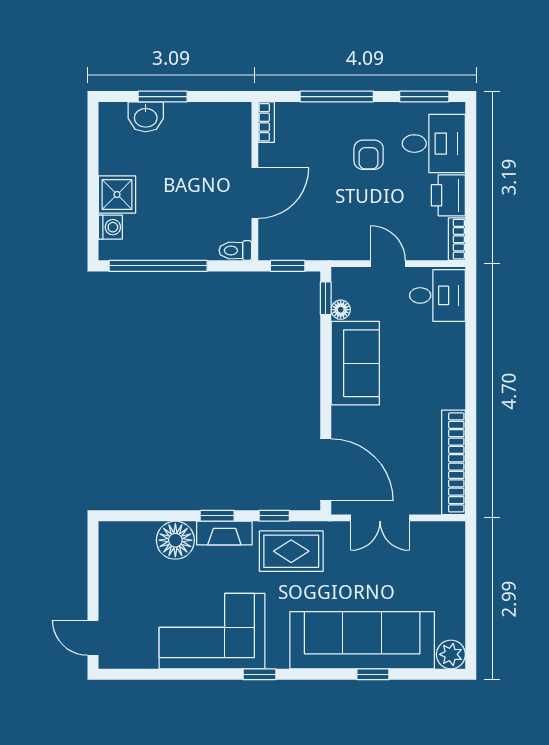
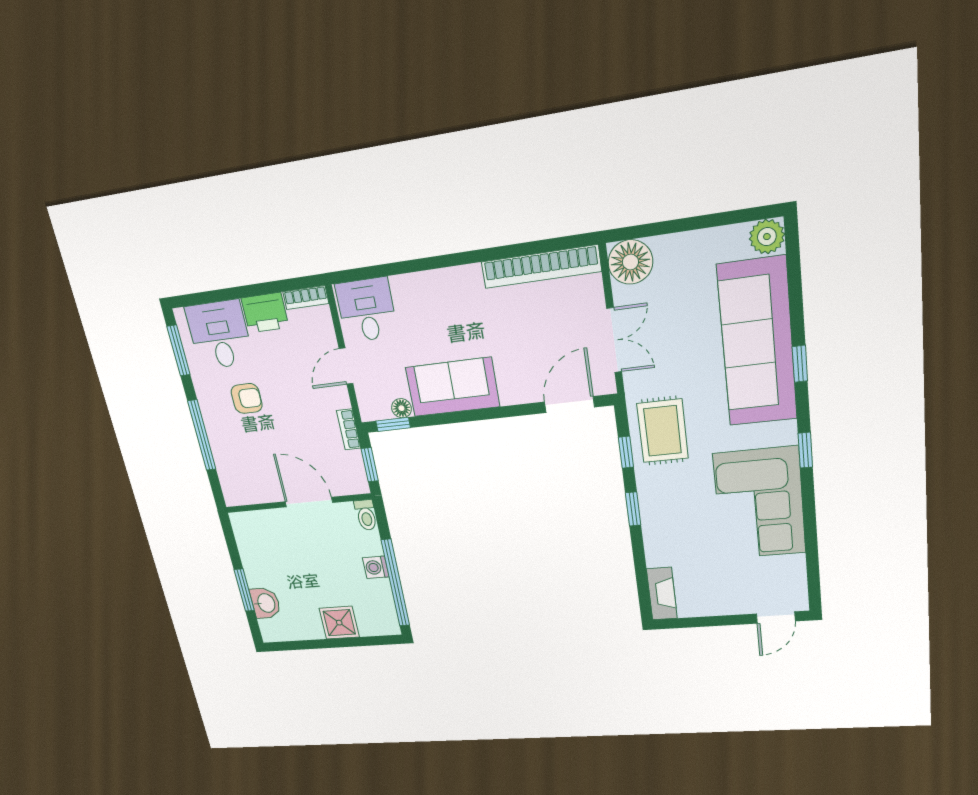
bookcase: (266, 122) -> (349, 429), moved, turned -90
washing machine: (110, 227) -> (376, 567), moved, turned -90
door: (326, 470) -> (569, 405), width x0.73
fireplace: (224, 533) -> (662, 594), moved
floor lamp: (175, 540) -> (630, 262), moved
window: (373, 674) -> (800, 364), moved

